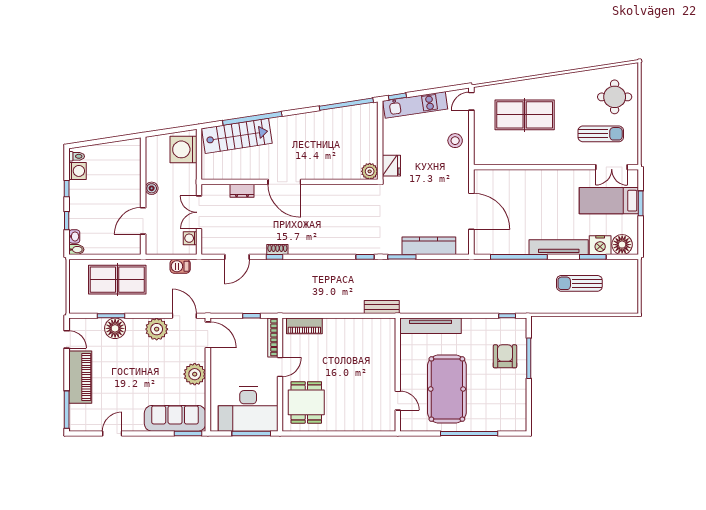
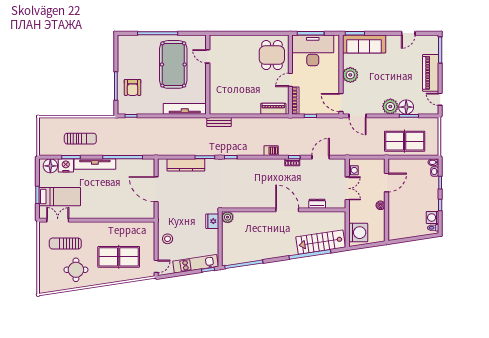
round table: (615, 97) -> (76, 270), moved
barbecue: (180, 266) -> (271, 151), moved
plant: (157, 329) -> (390, 106), moved

